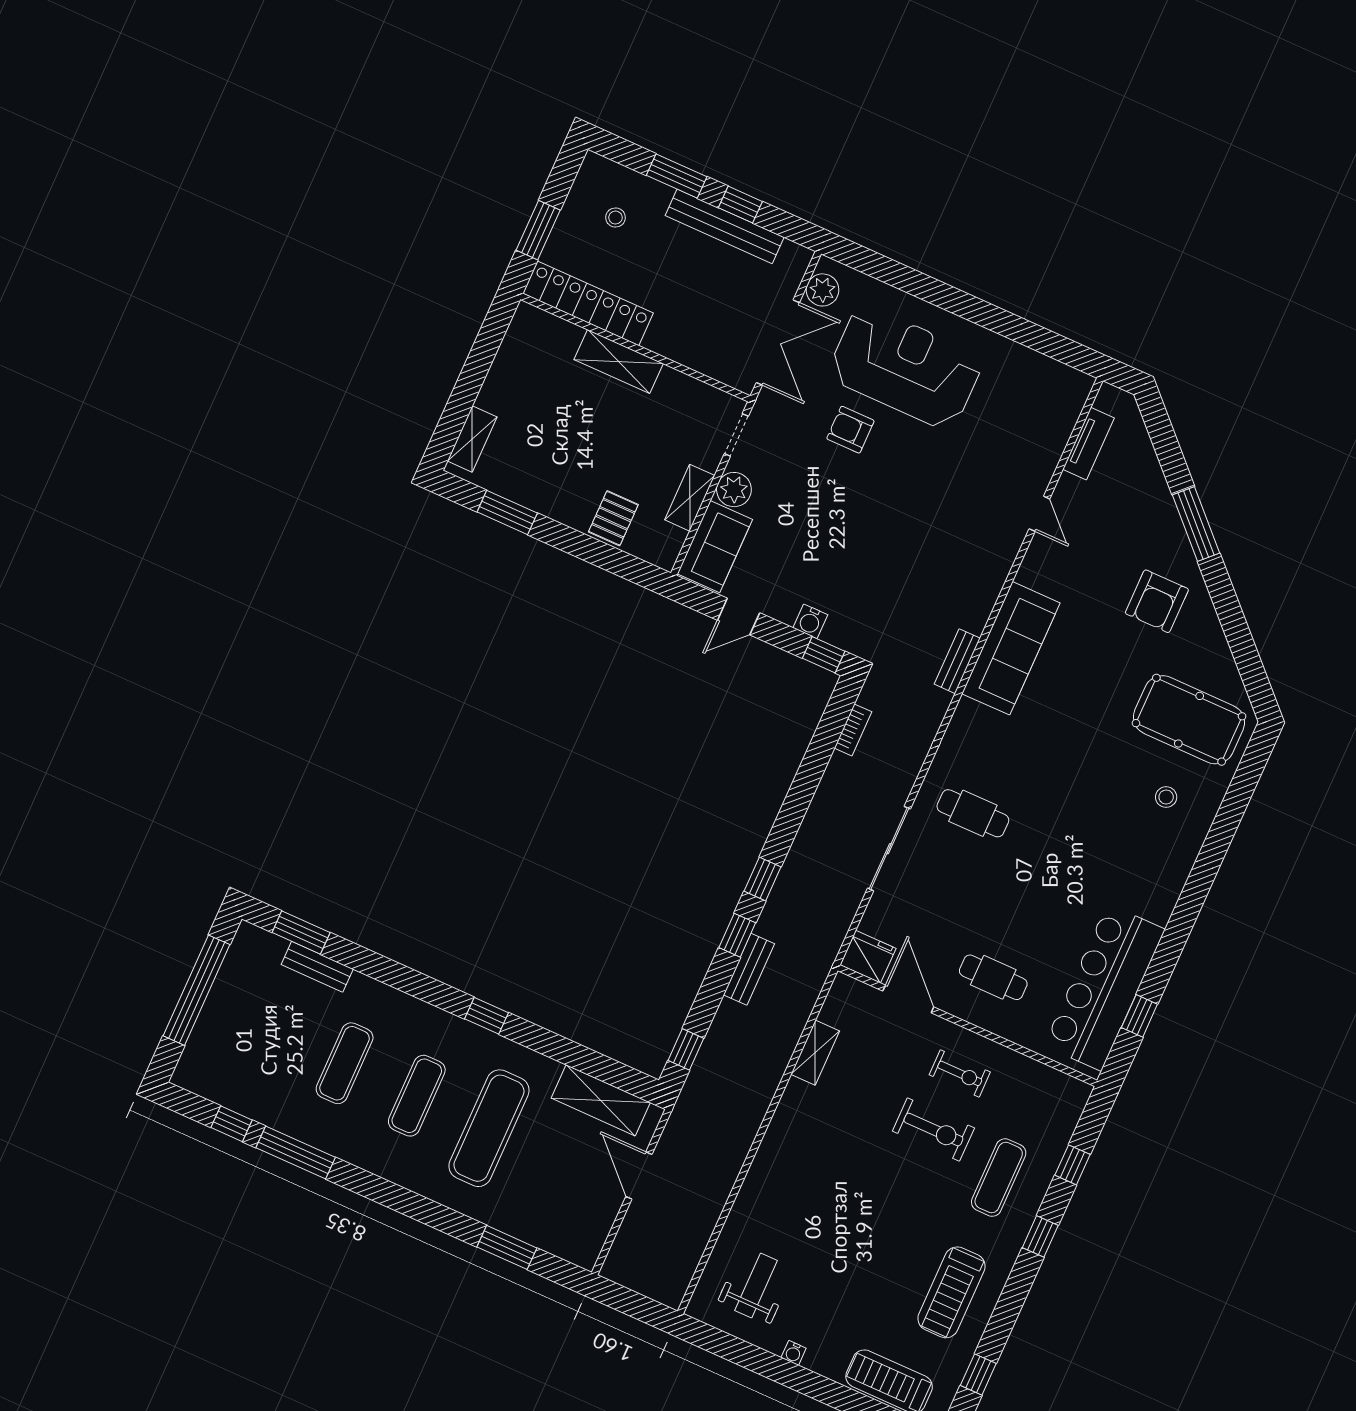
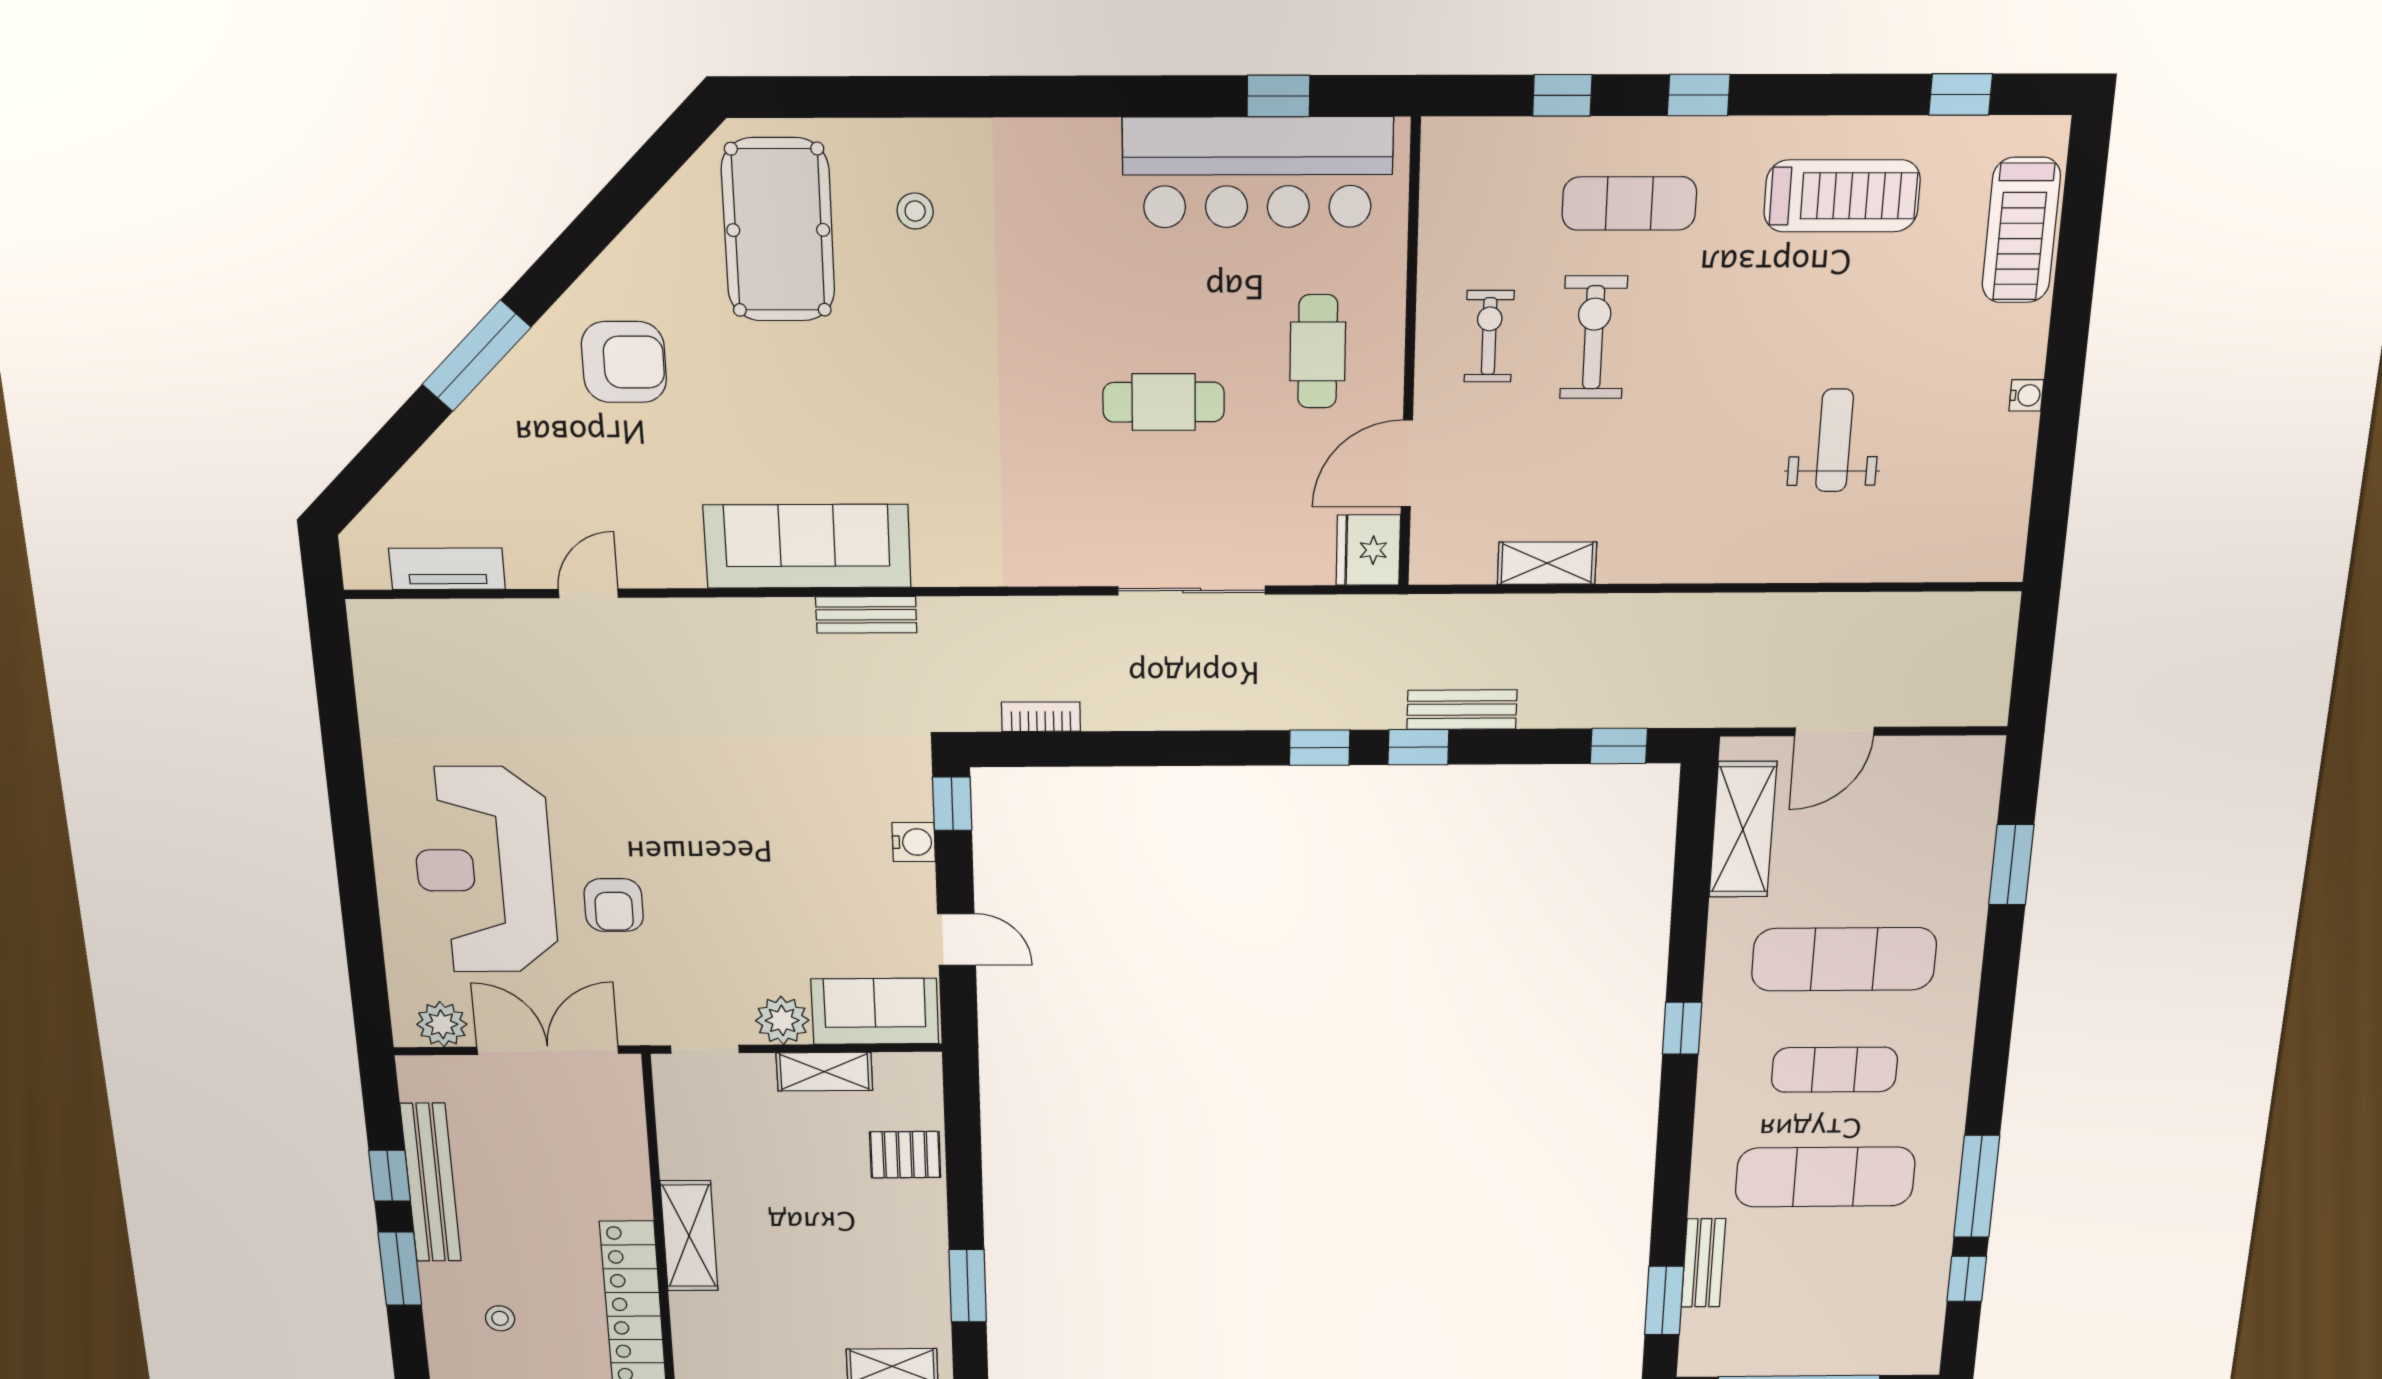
cafe table: (973, 813) -> (1164, 402), moved, turned 90
exercise mat: (345, 1063) -> (1825, 1177), width x1.36, depth x1.45
weight bench: (756, 1285) -> (1834, 440), moved, turned 90

